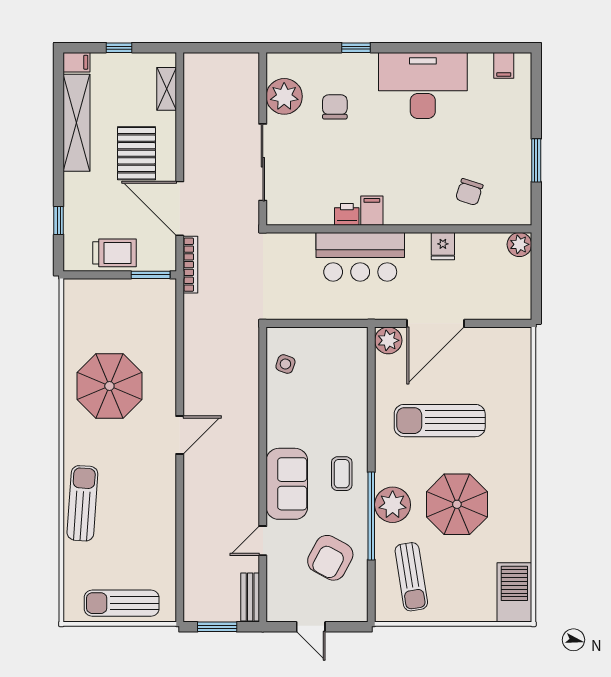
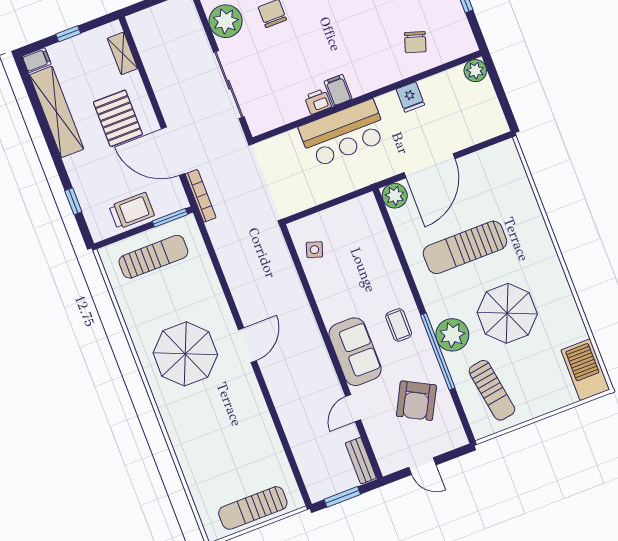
parasol: (109, 386) -> (185, 354), moved
sun lounger: (82, 503) -> (153, 257), moved, turned 86

